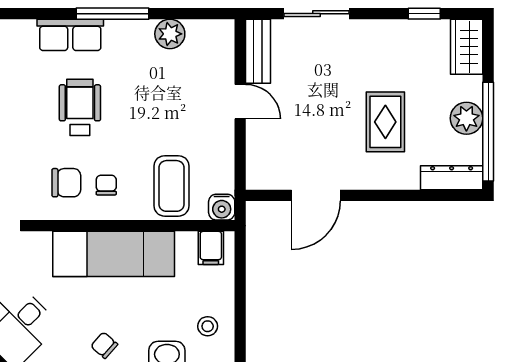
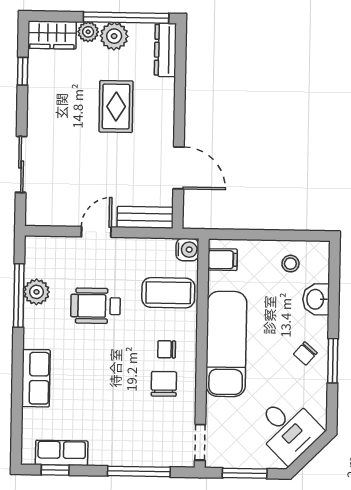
window: (113, 14) -> (19, 295), moved
bench: (258, 51) -> (145, 217), moved
plant: (471, 88) -> (88, 32), added
wheelchair: (80, 107) -> (96, 306), moved
rug: (385, 122) -> (116, 106), turned 90

